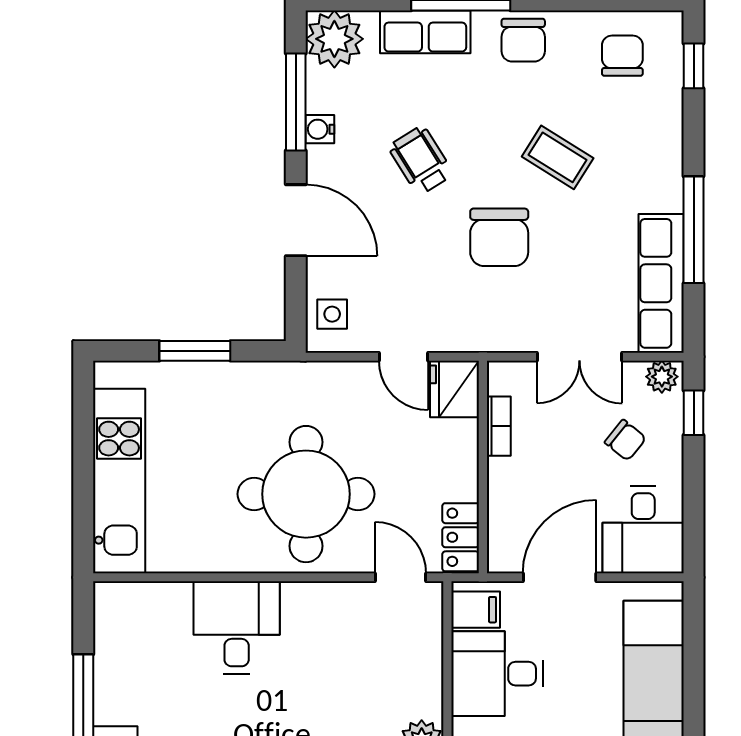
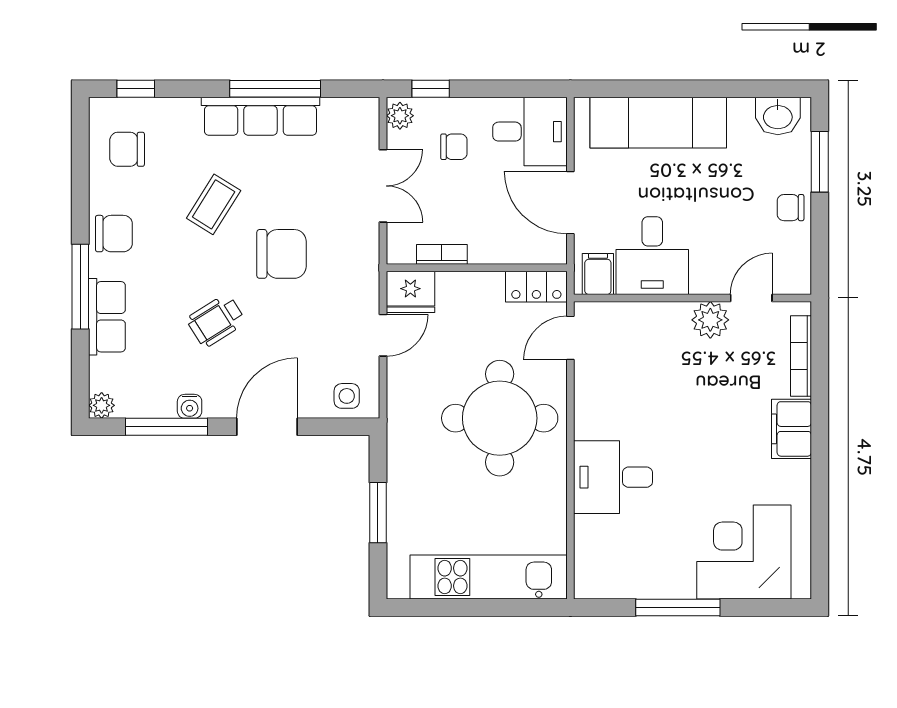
plant: (334, 39) -> (102, 405), width x0.53, depth x0.53
row of seats: (661, 283) -> (260, 116), moved
chair: (625, 440) -> (454, 147), turned 51

